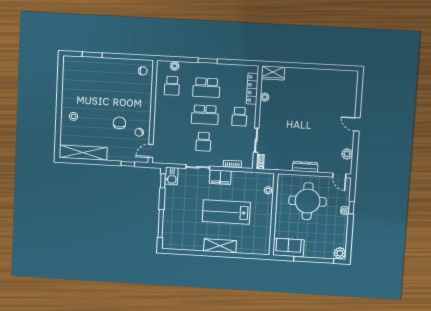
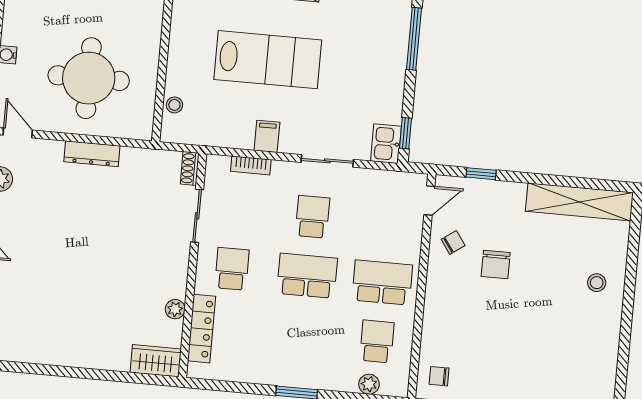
school desk: (206, 88) -> (382, 283), moved
filing cabinet: (220, 177) -> (267, 136), width x0.50

